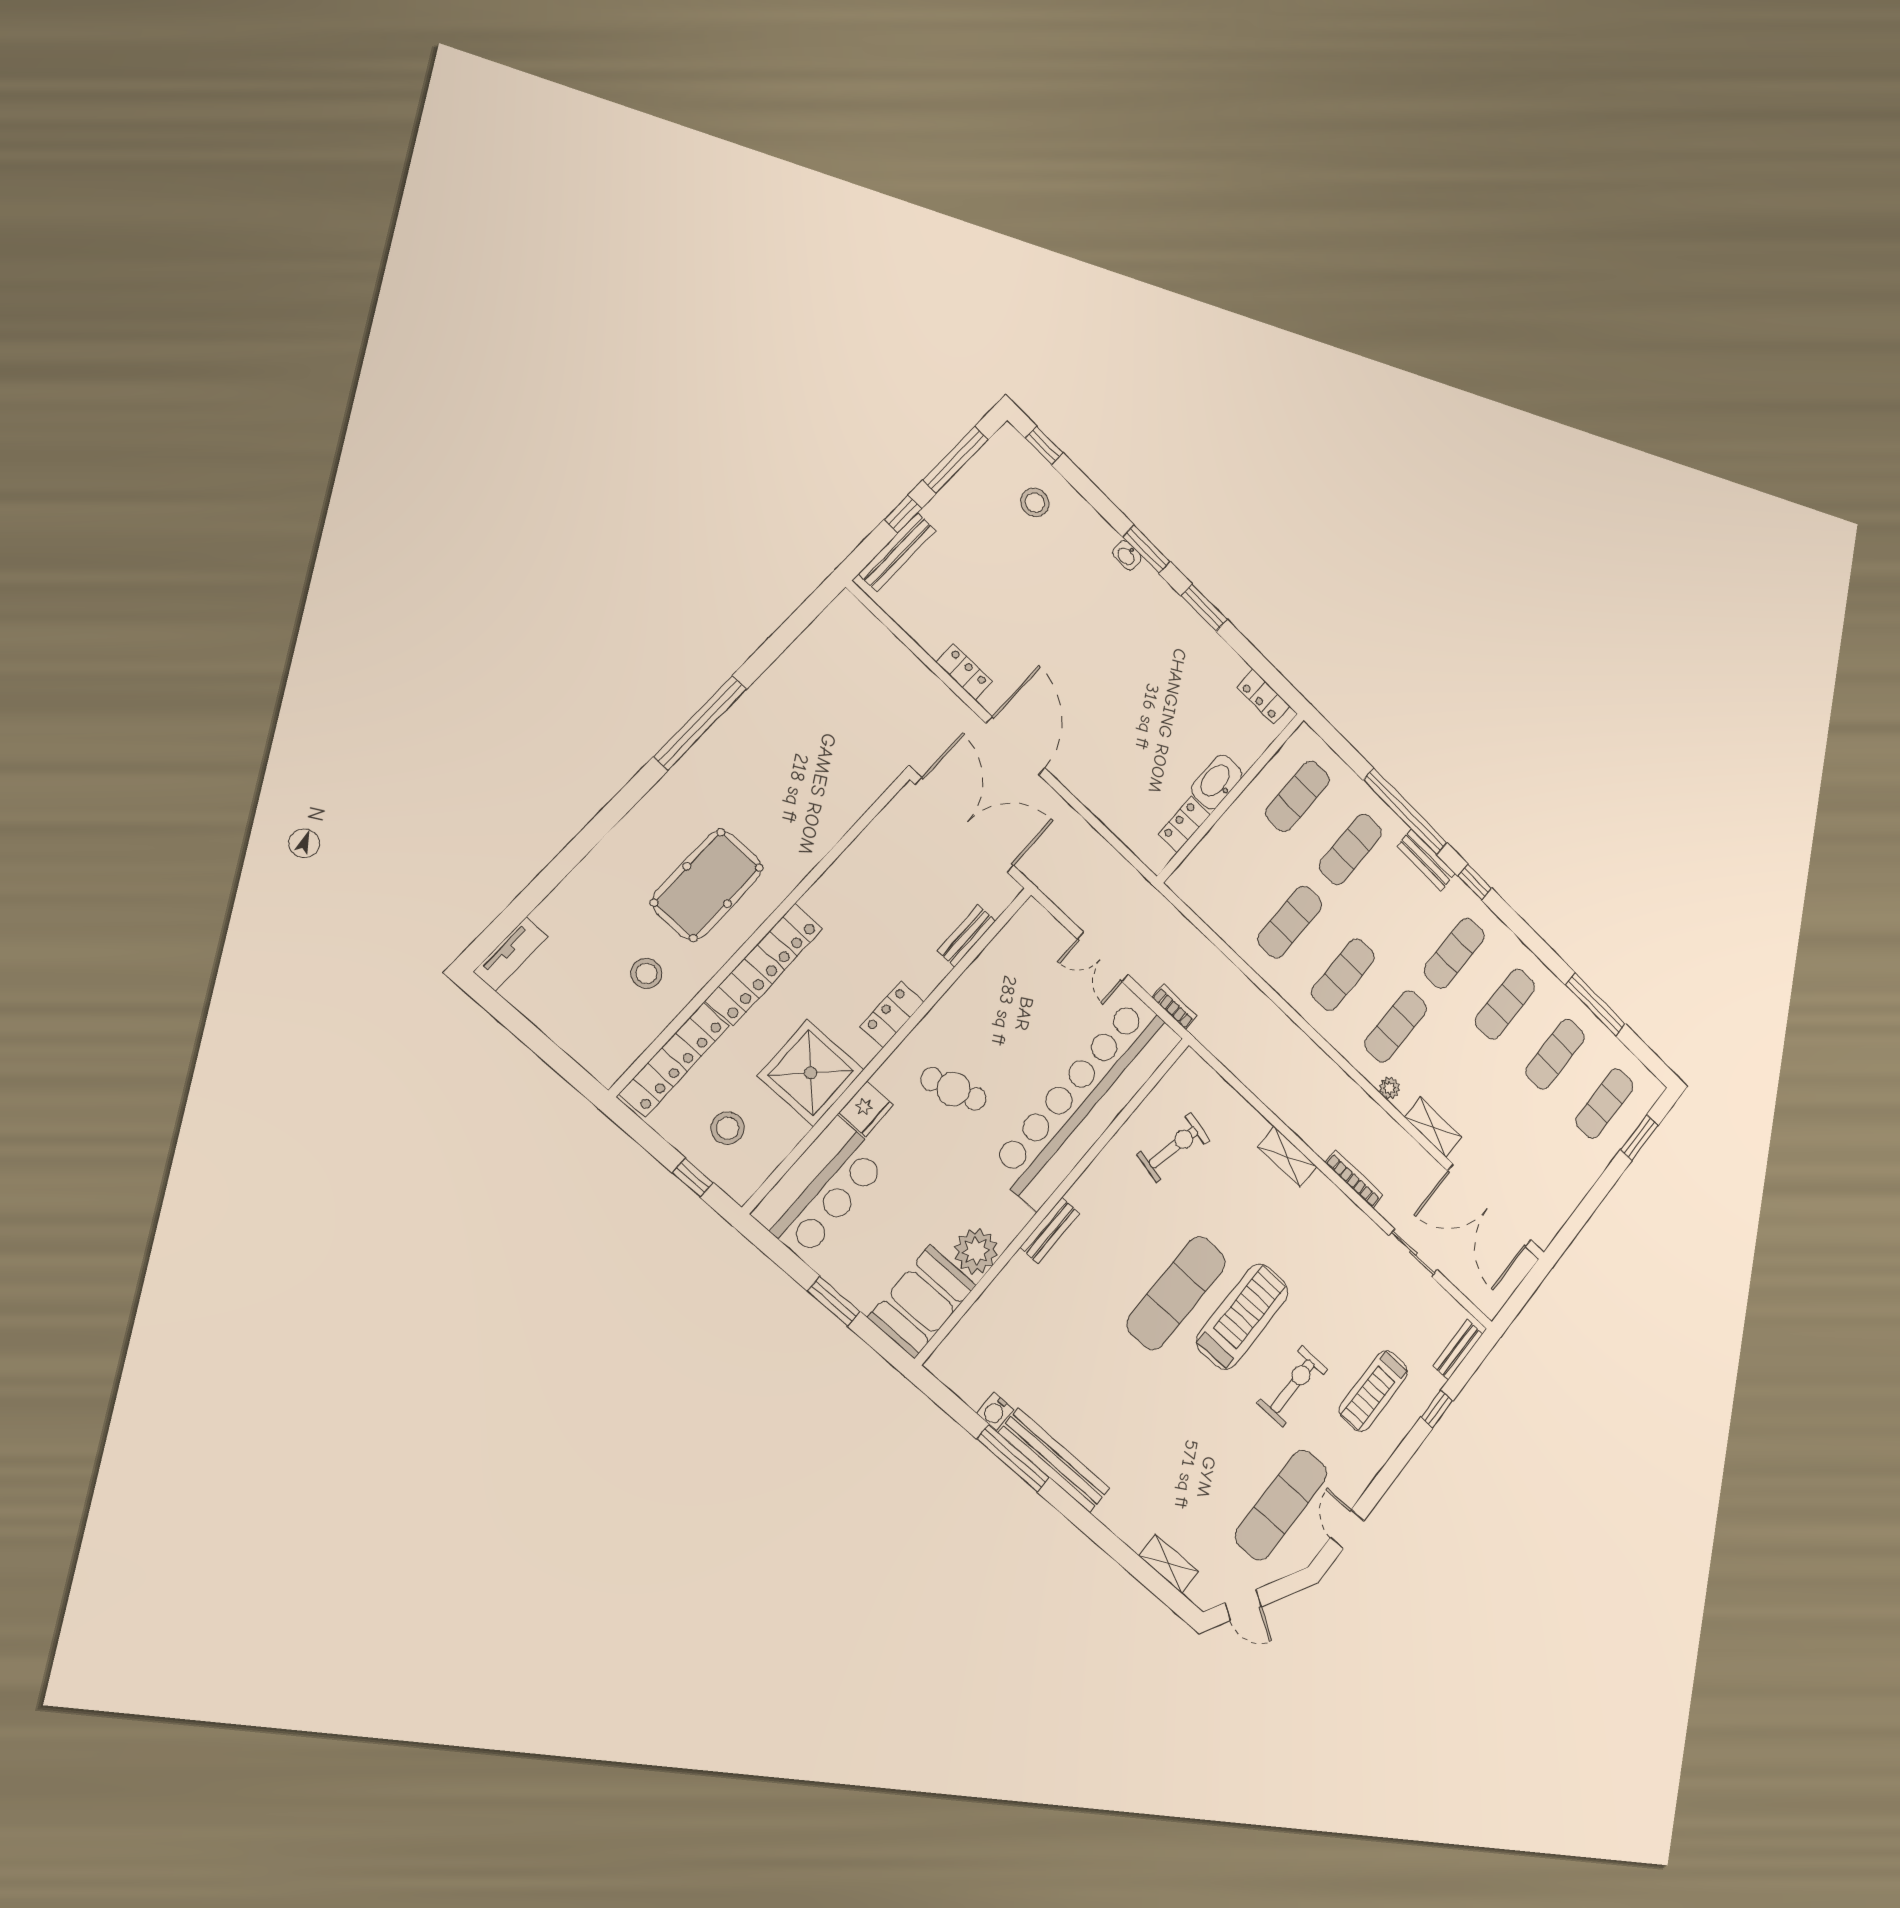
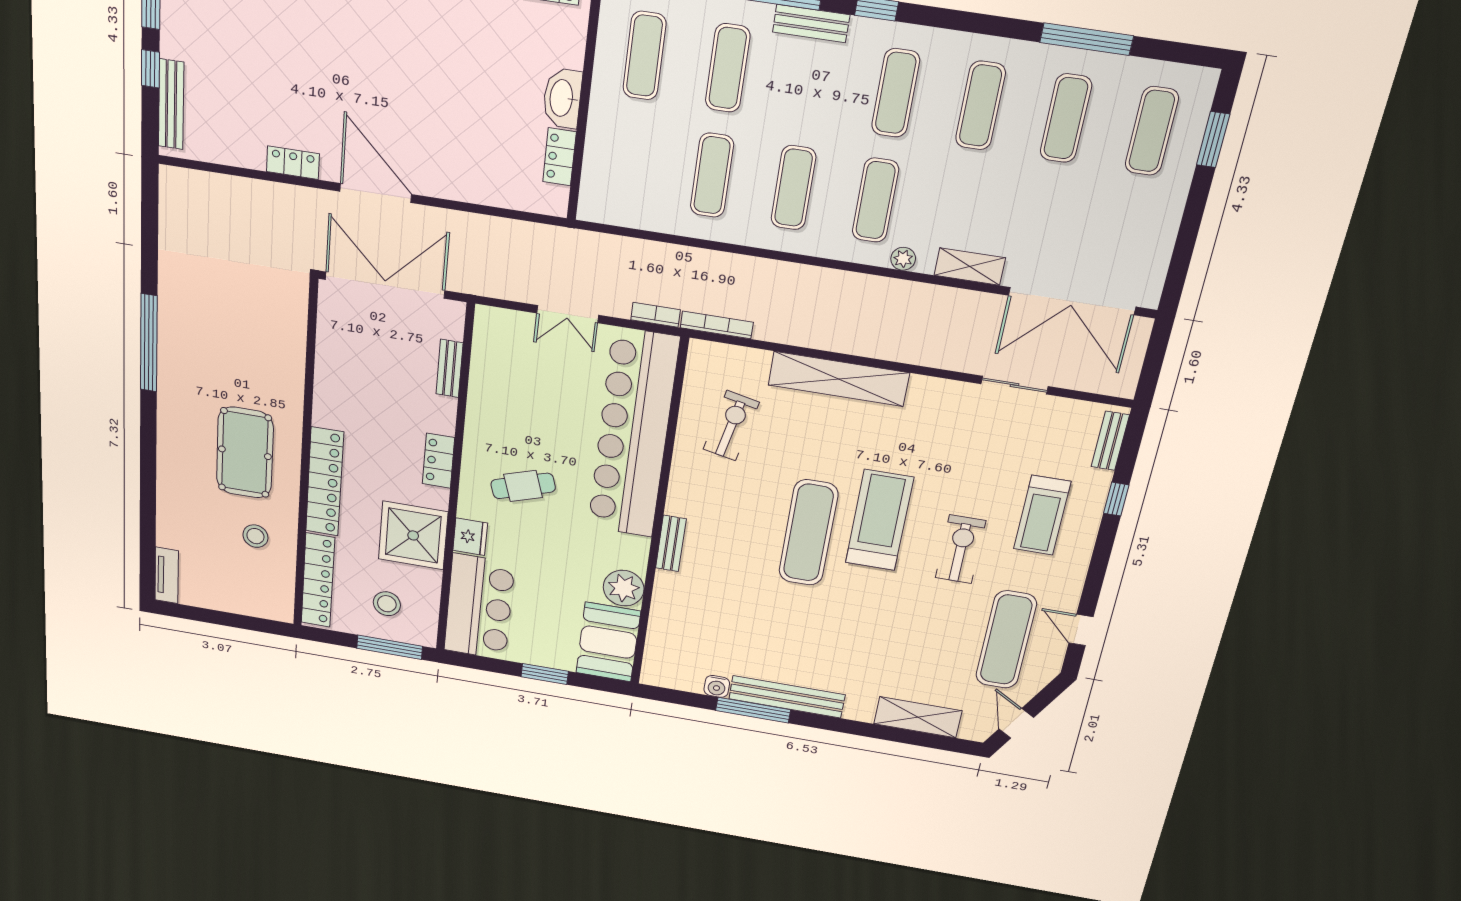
shelving: (1287, 1157) -> (839, 379), width x2.20, depth x1.33
window: (693, 1178) -> (390, 647), width x2.17
bookcase: (1354, 1179) -> (717, 325), moved
shelving: (1168, 1564) -> (918, 717), width x1.50, depth x1.33
door: (1243, 1605) -> (1016, 723), swing flipped

